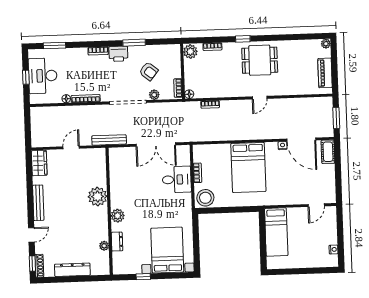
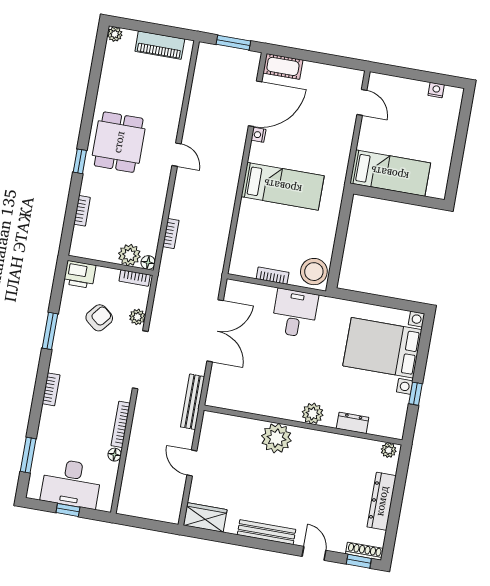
plant: (190, 52) -> (129, 255), moved
printer: (118, 54) -> (80, 274), moved, turned 90
bed: (248, 167) -> (283, 186), width x0.67
desk: (177, 180) -> (295, 313), moved
plant: (104, 246) -> (389, 450), moved

